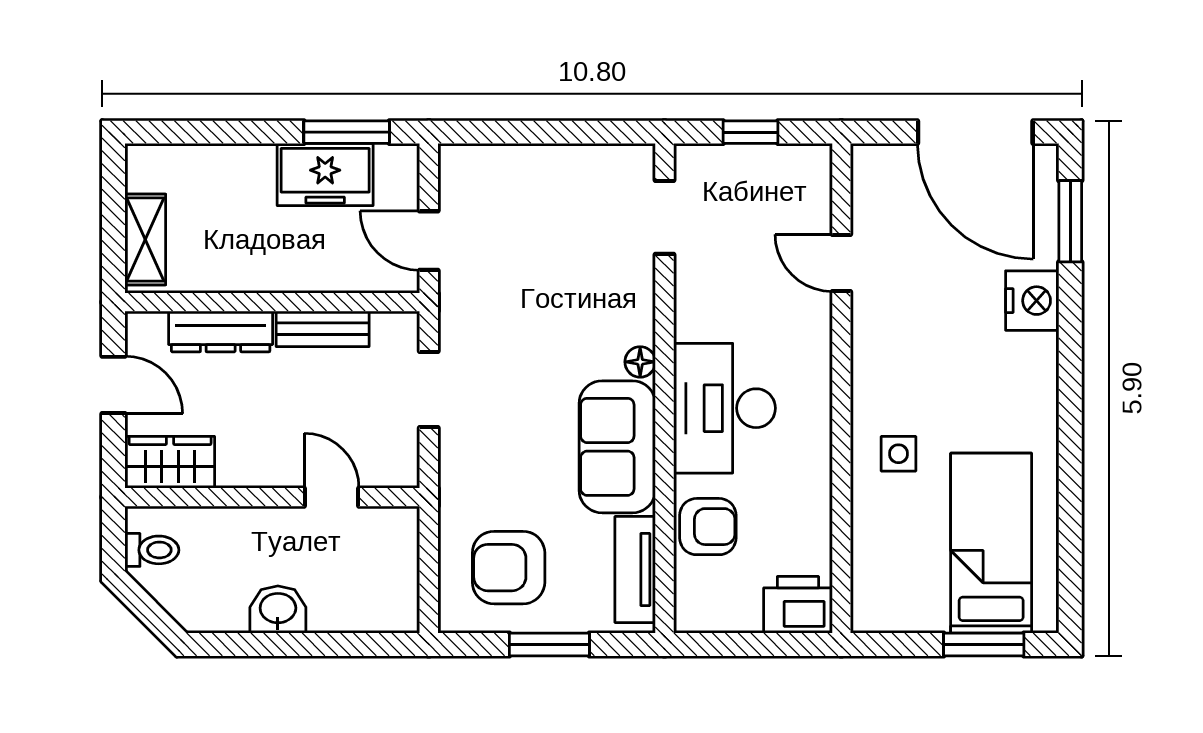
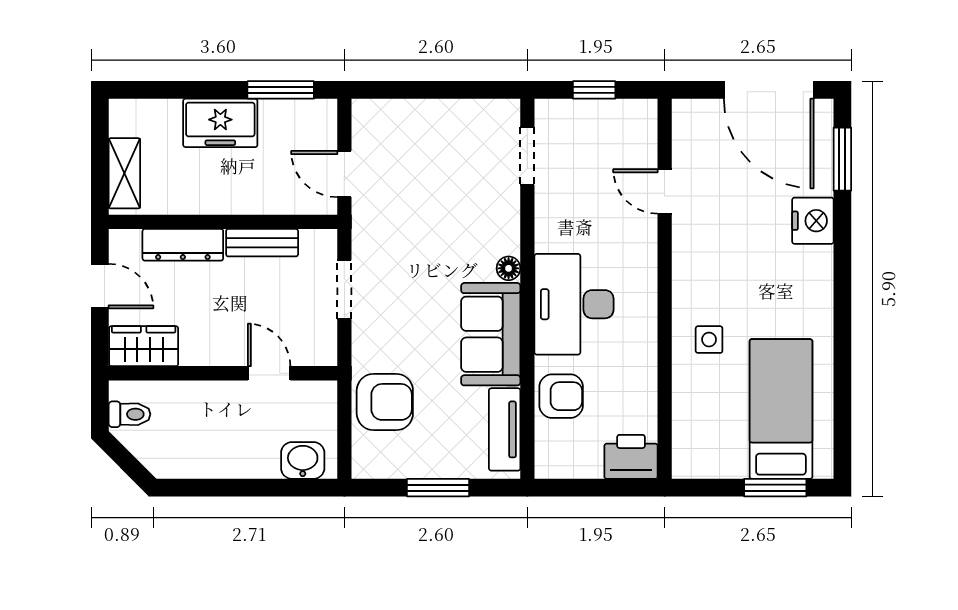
freezer: (325, 175) -> (220, 123), moved
armchair: (509, 568) -> (385, 402), moved, turned 180
washbasin: (278, 609) -> (303, 460), moved

